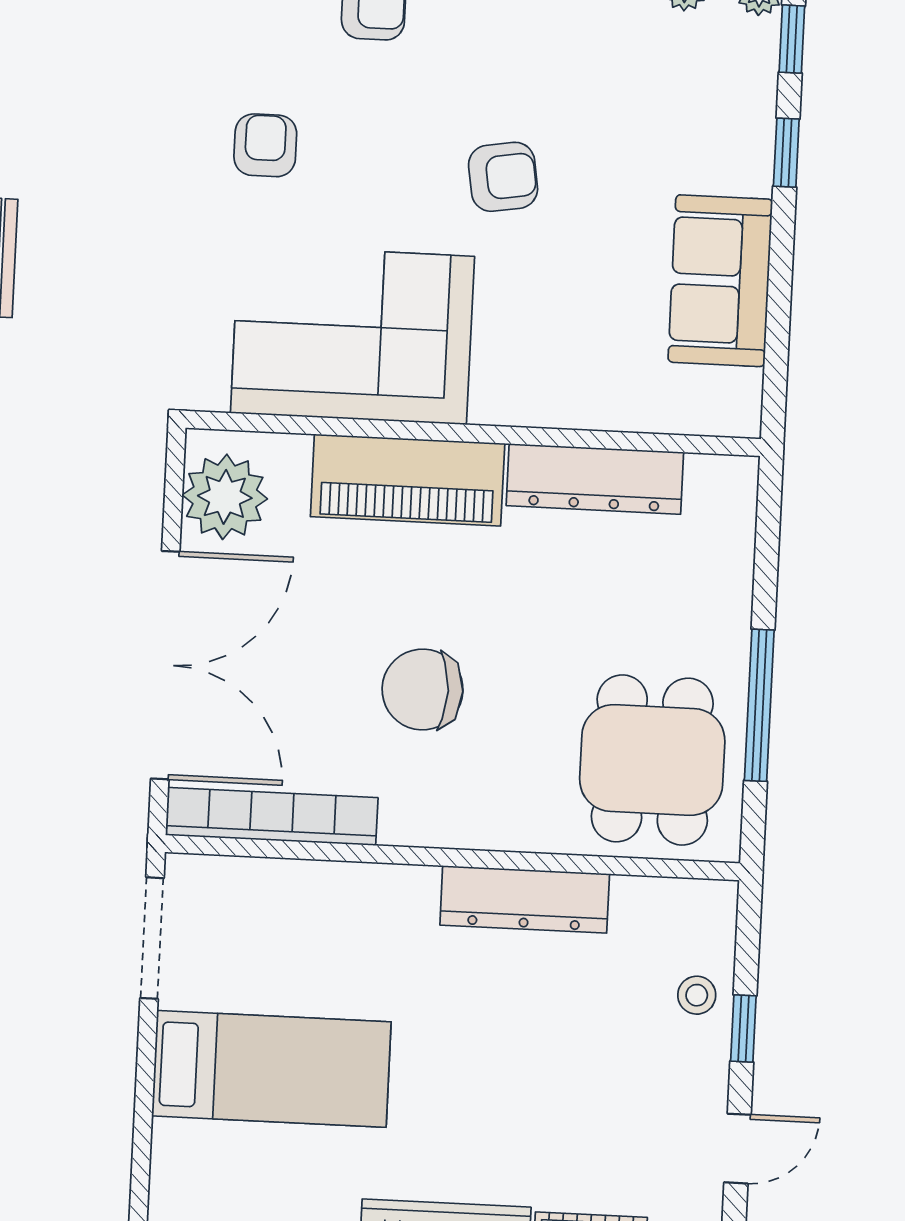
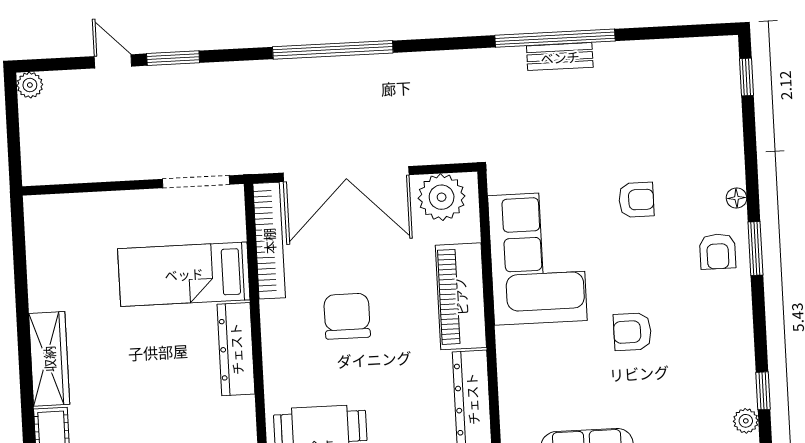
armchair: (503, 177) -> (632, 332), turned 99
dresser: (525, 899) -> (236, 349), moved
bed: (271, 1069) -> (184, 274), moved, turned 90

